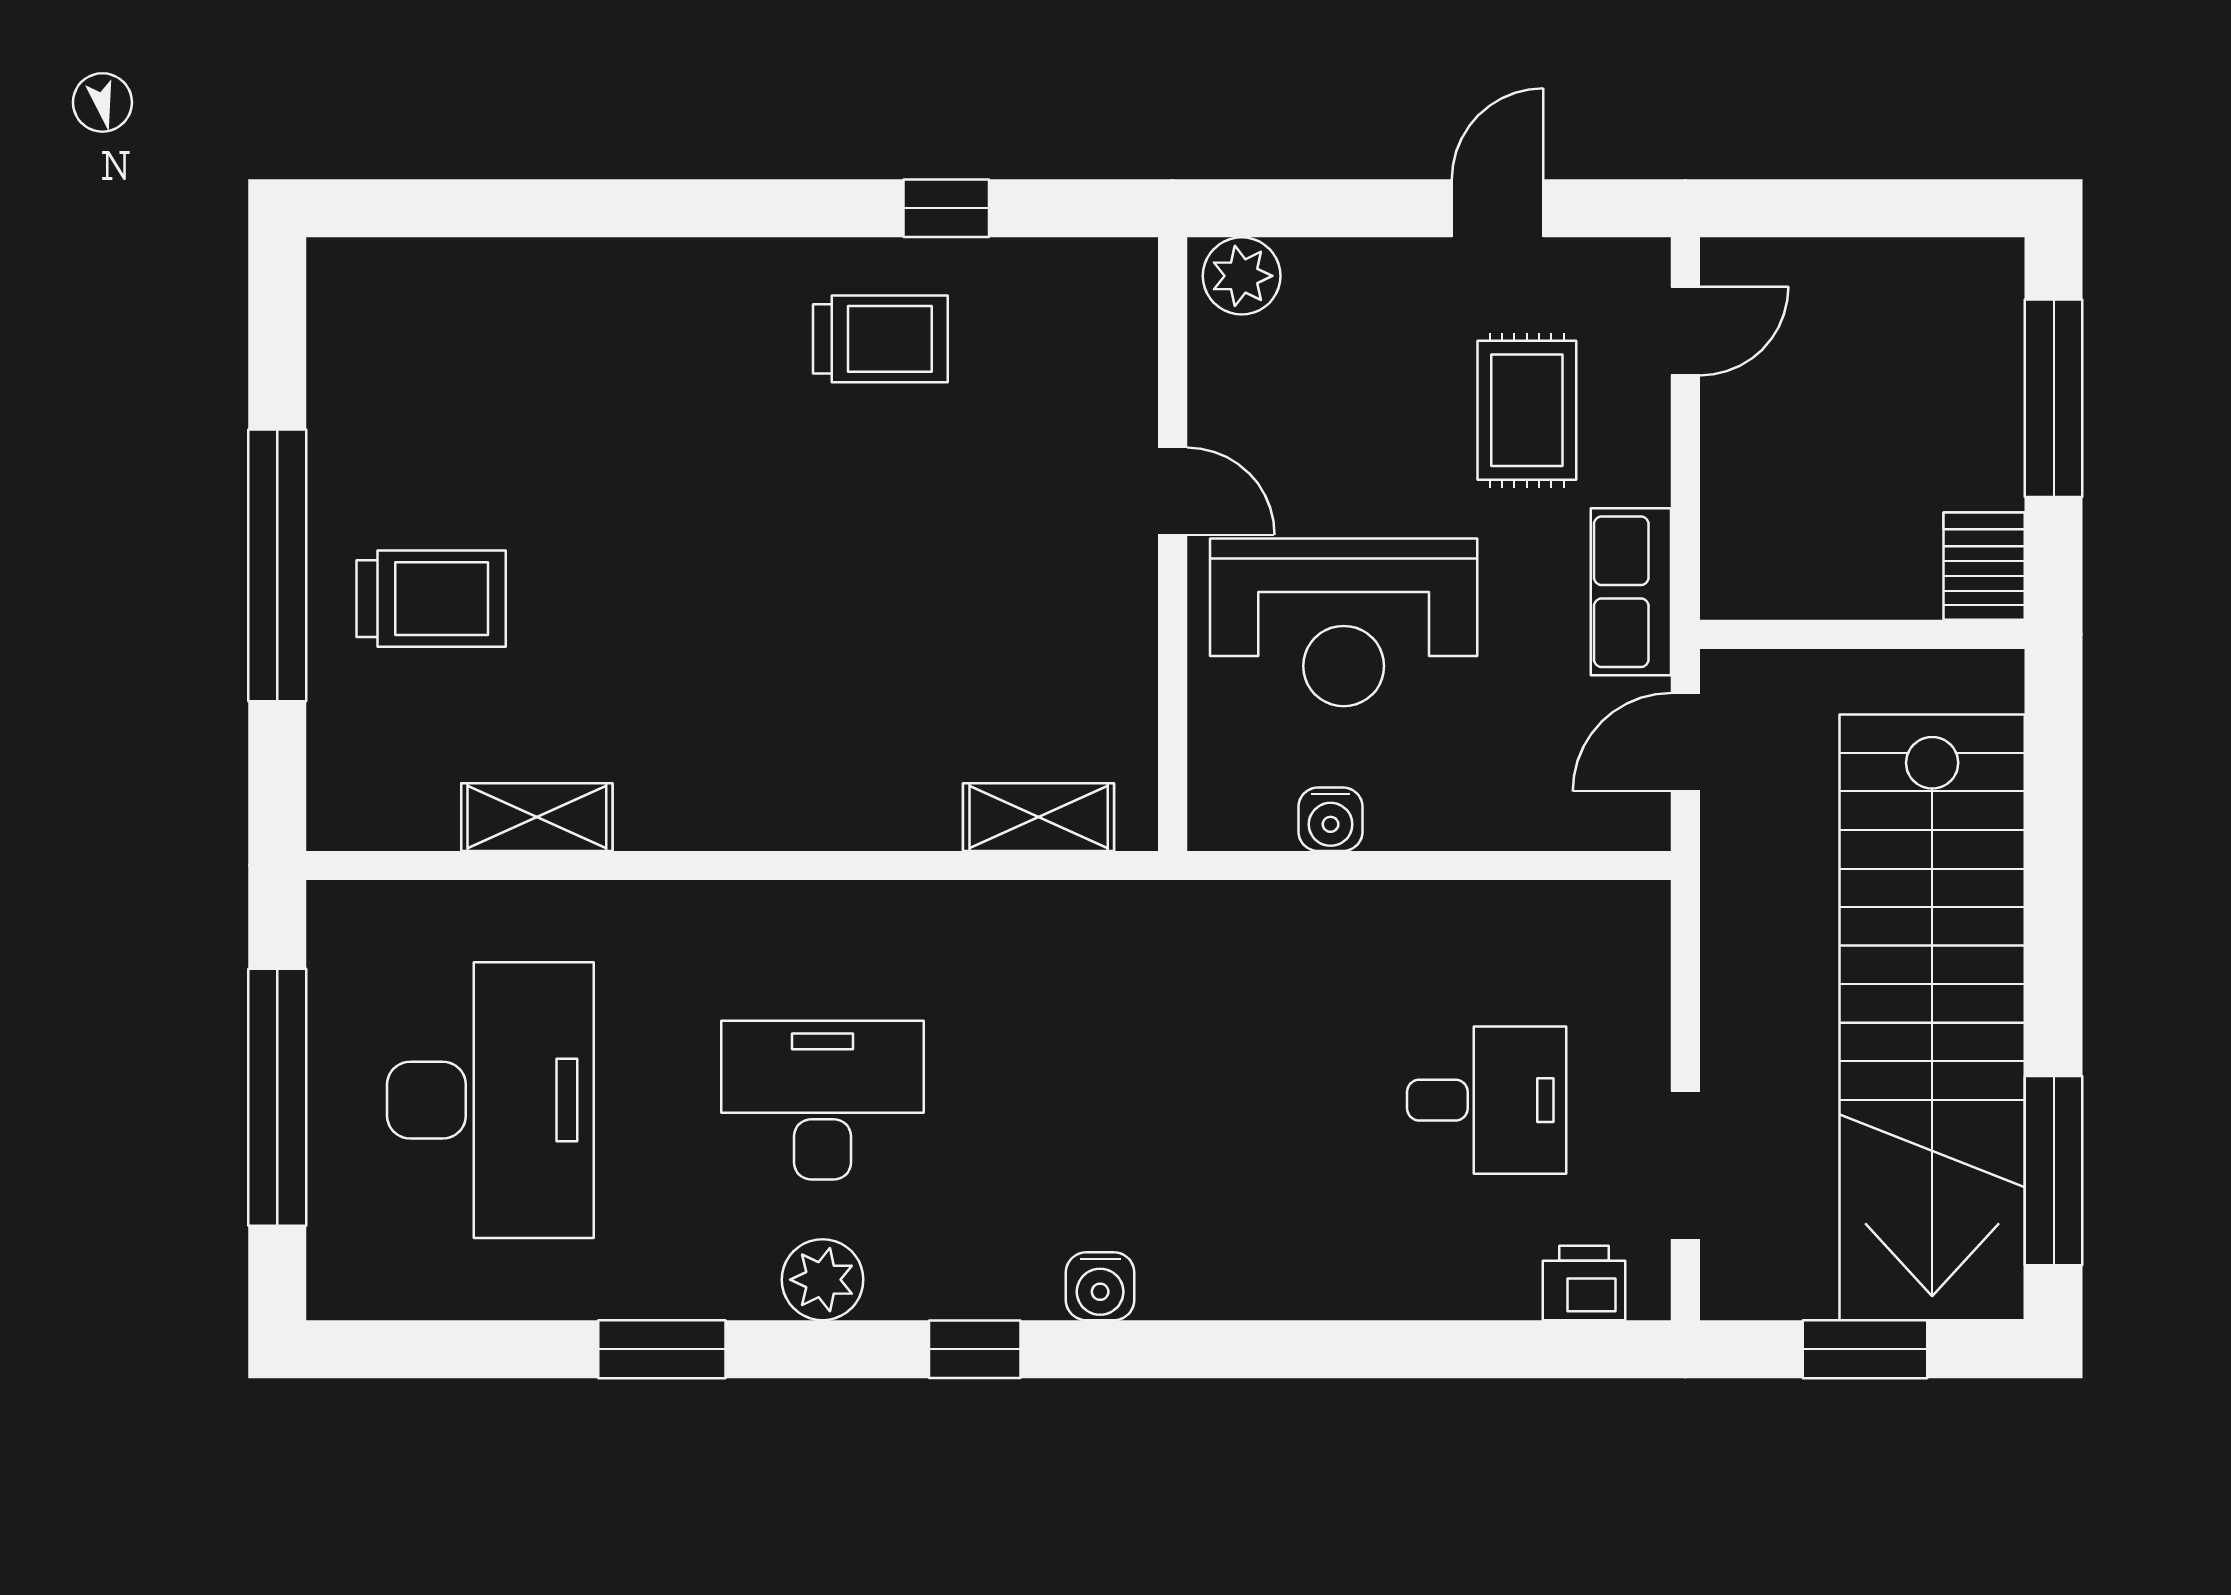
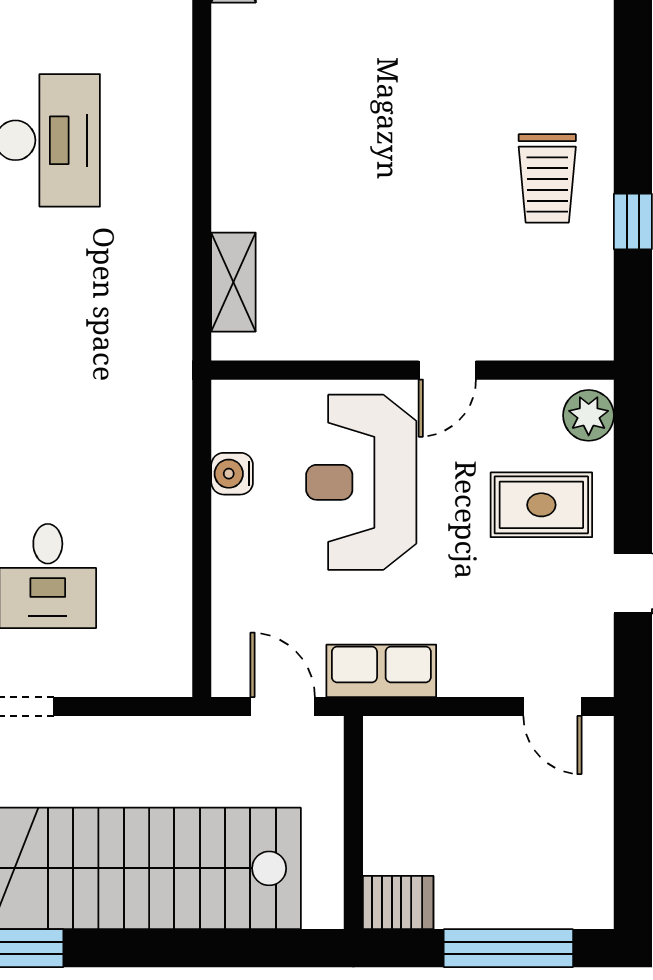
rug: (1527, 410) -> (541, 505), moved

